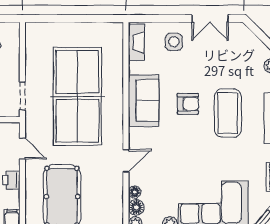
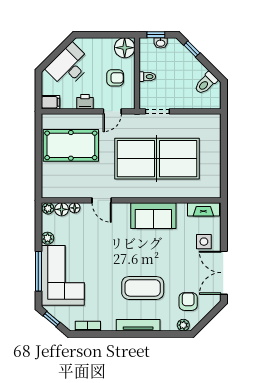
double door: (210, 19) -> (224, 273), width x1.37
armchair: (188, 104) -> (188, 302), moved, turned 180

